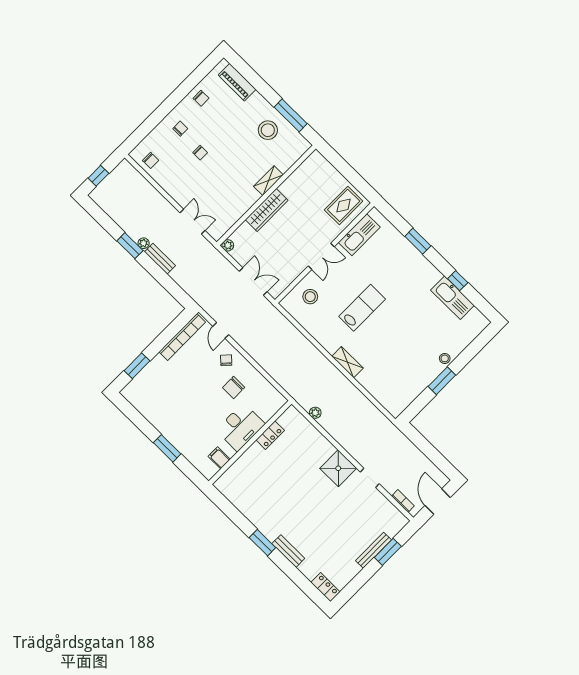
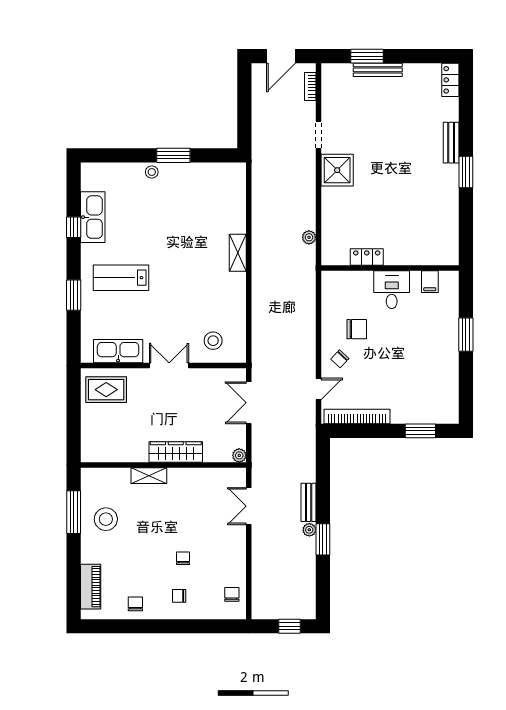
lab bench: (362, 308) -> (121, 278), moved
desk: (240, 427) -> (392, 290), width x0.73

